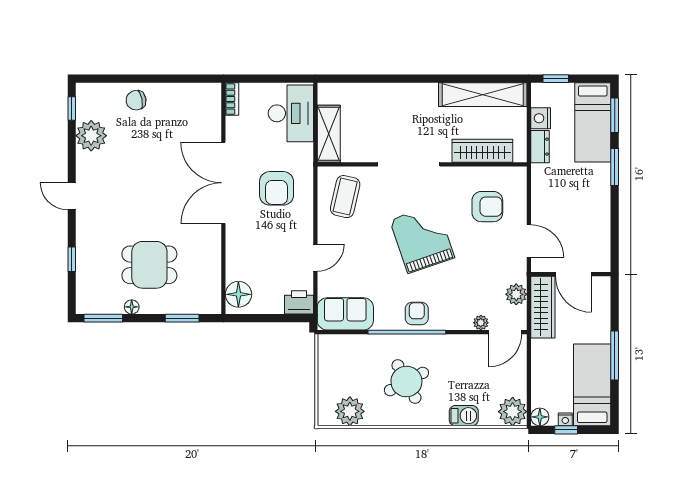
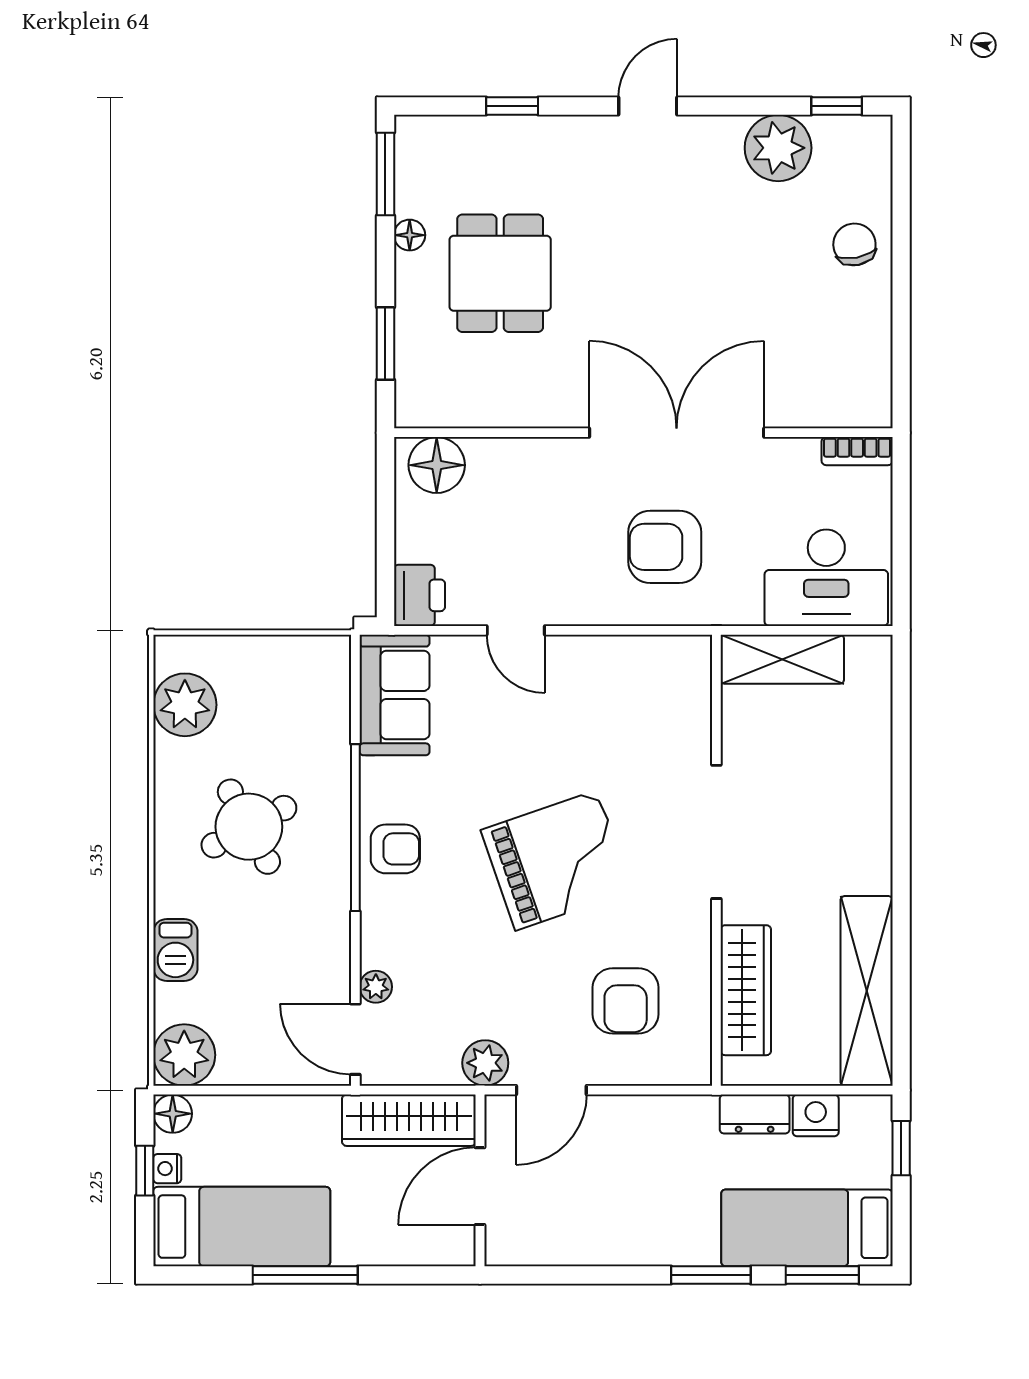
coffee table: (345, 197) -> (647, 695), removed
plant: (516, 294) -> (485, 1063), moved

